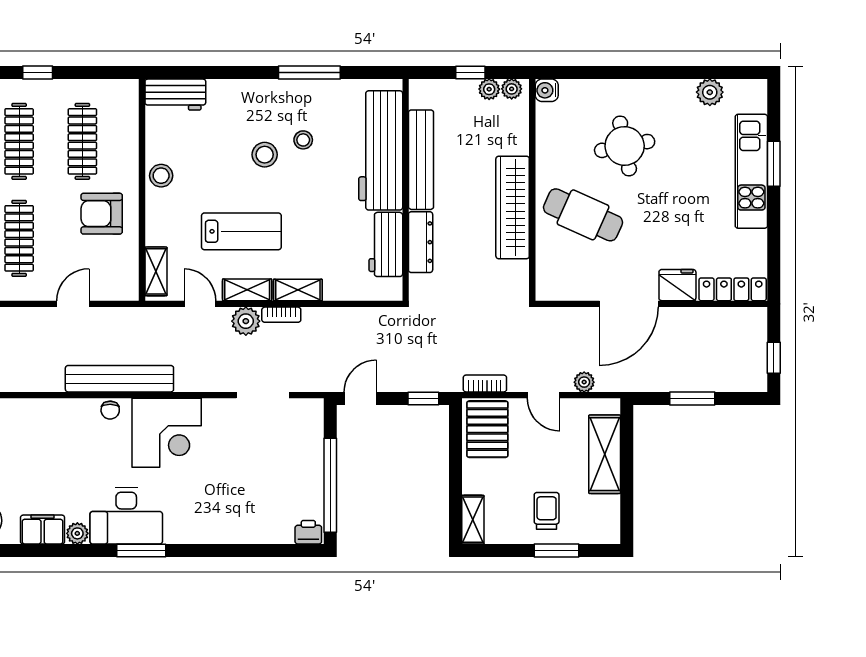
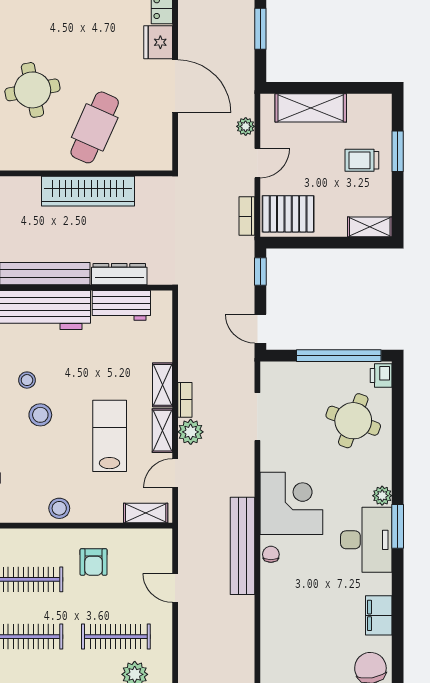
armchair: (102, 214) -> (94, 562), width x0.72, depth x0.72
chair: (110, 410) -> (271, 554), turned -91
round table: (258, 501) -> (353, 421), added
plant: (77, 533) -> (382, 496), moved

